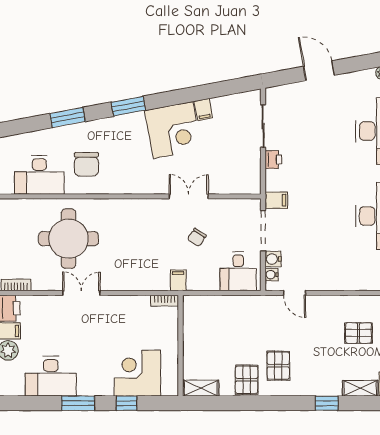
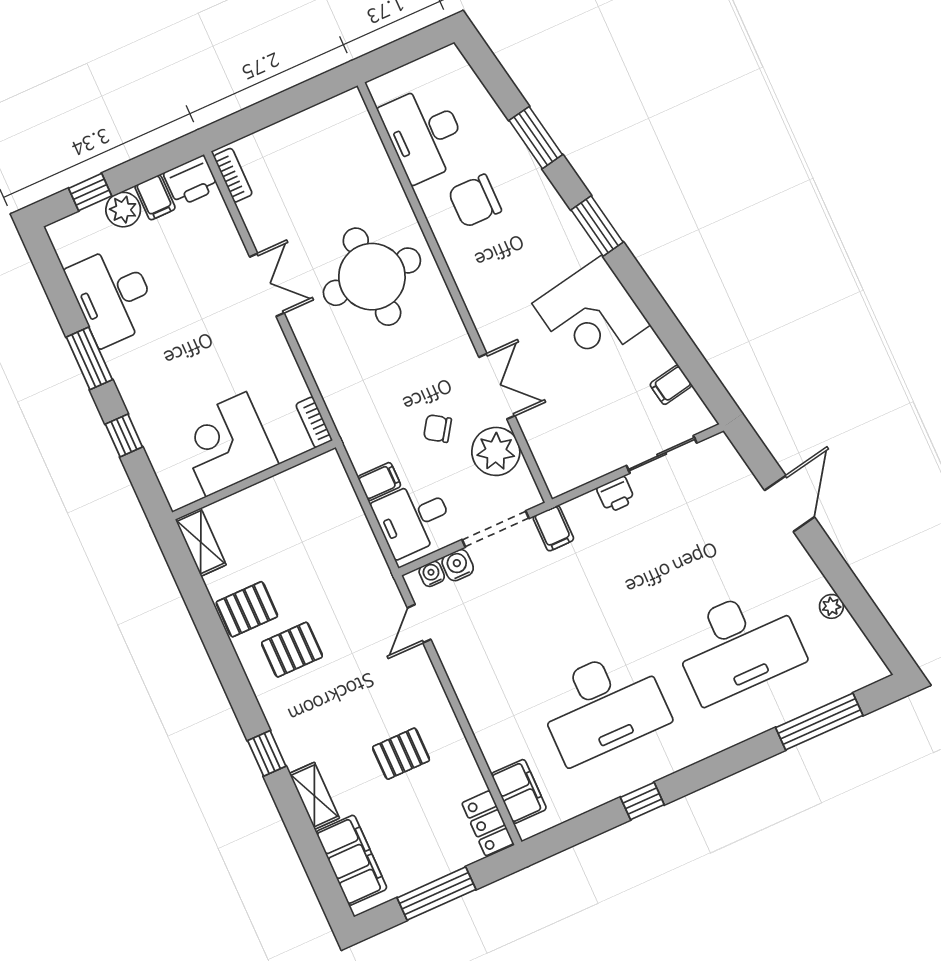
filing cabinet: (203, 110) -> (671, 385), moved
plant: (223, 212) -> (496, 451), added
round table: (68, 239) -> (372, 277), moved
filing cabinet: (178, 280) -> (379, 482), moved
pallet: (358, 333) -> (401, 754), turned 90
corner desk: (137, 373) -> (226, 444), moved, turned -90

